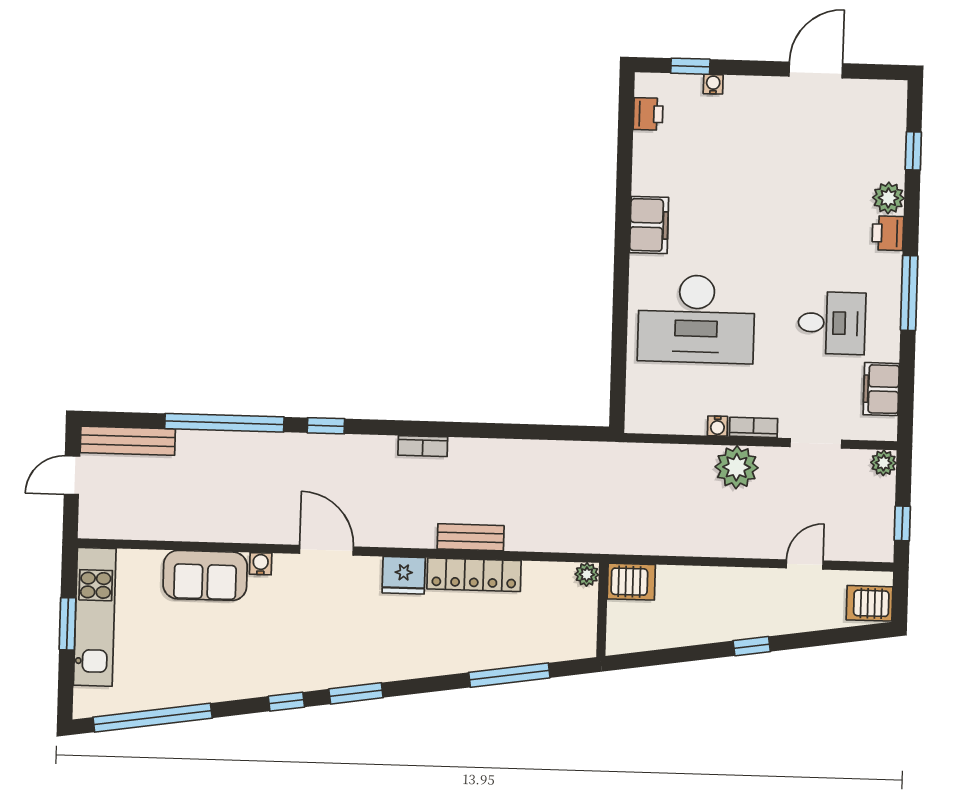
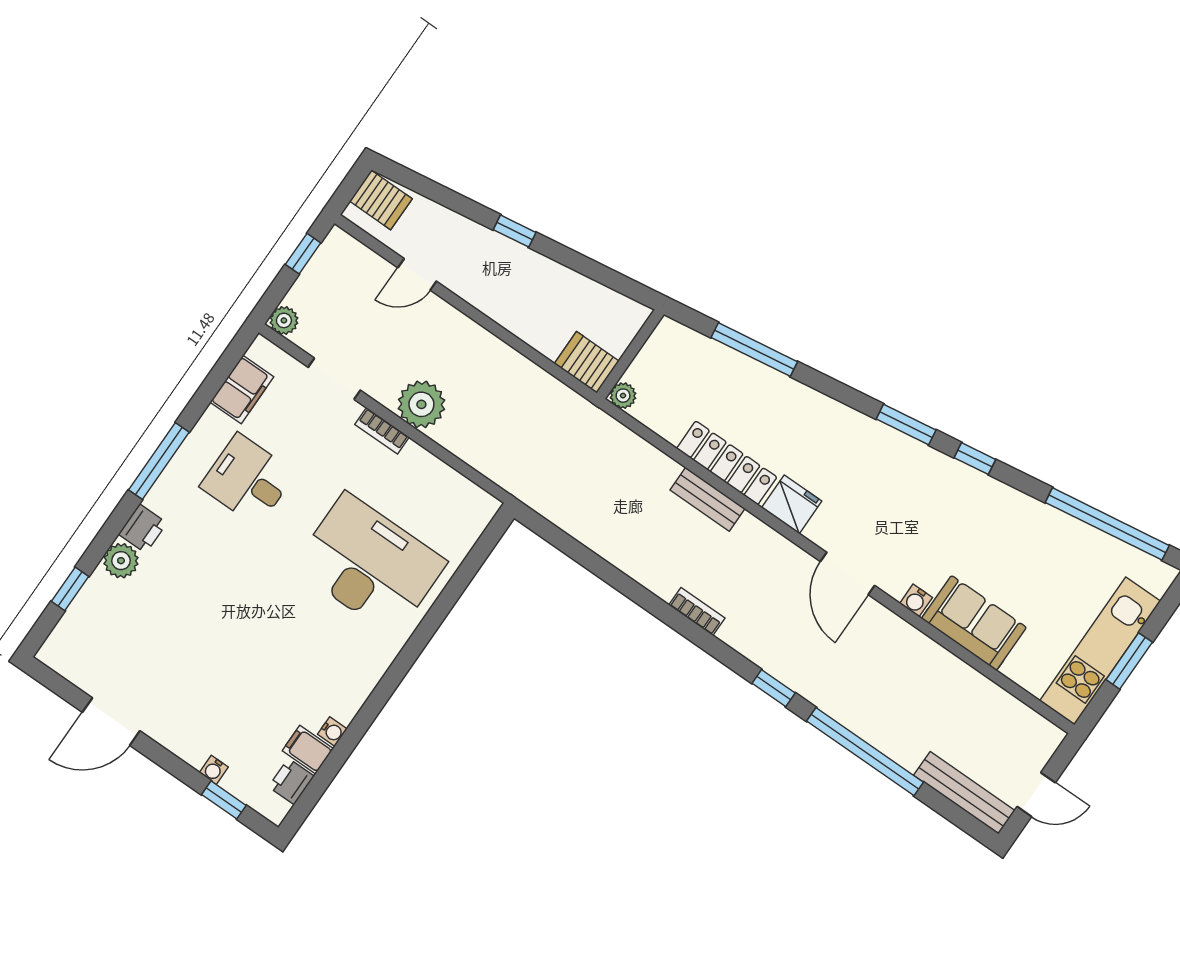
filing cabinet: (649, 225) -> (308, 750), moved, width x0.50
water cooler: (717, 426) -> (332, 731), moved, turned 90

